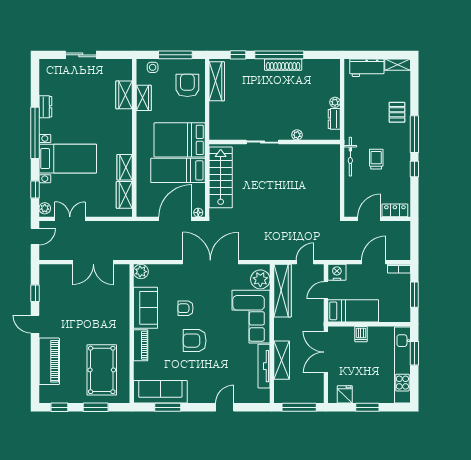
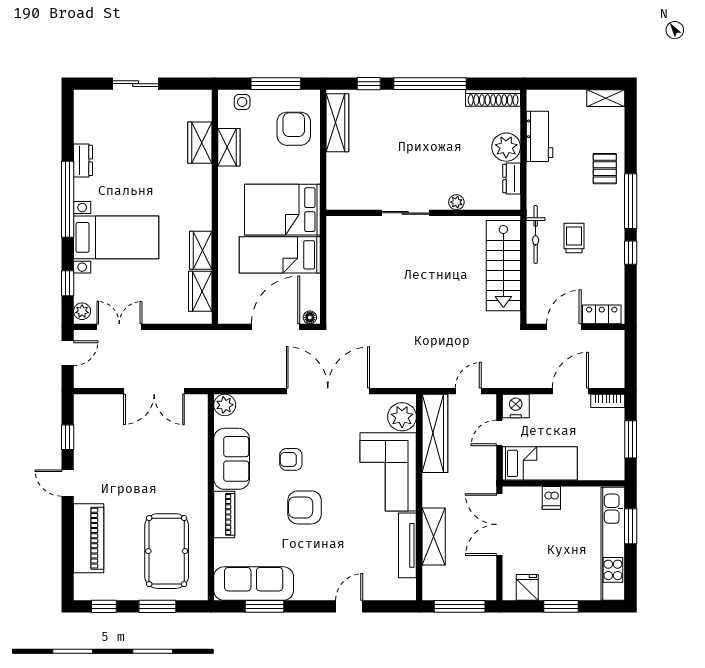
shoe rack: (283, 65) -> (493, 98), moved
workbench: (367, 68) -> (539, 136), moved, turned -90
plant: (335, 102) -> (506, 147), width x1.88, depth x1.88
stairs: (221, 177) -> (503, 266), moved, turned 180

